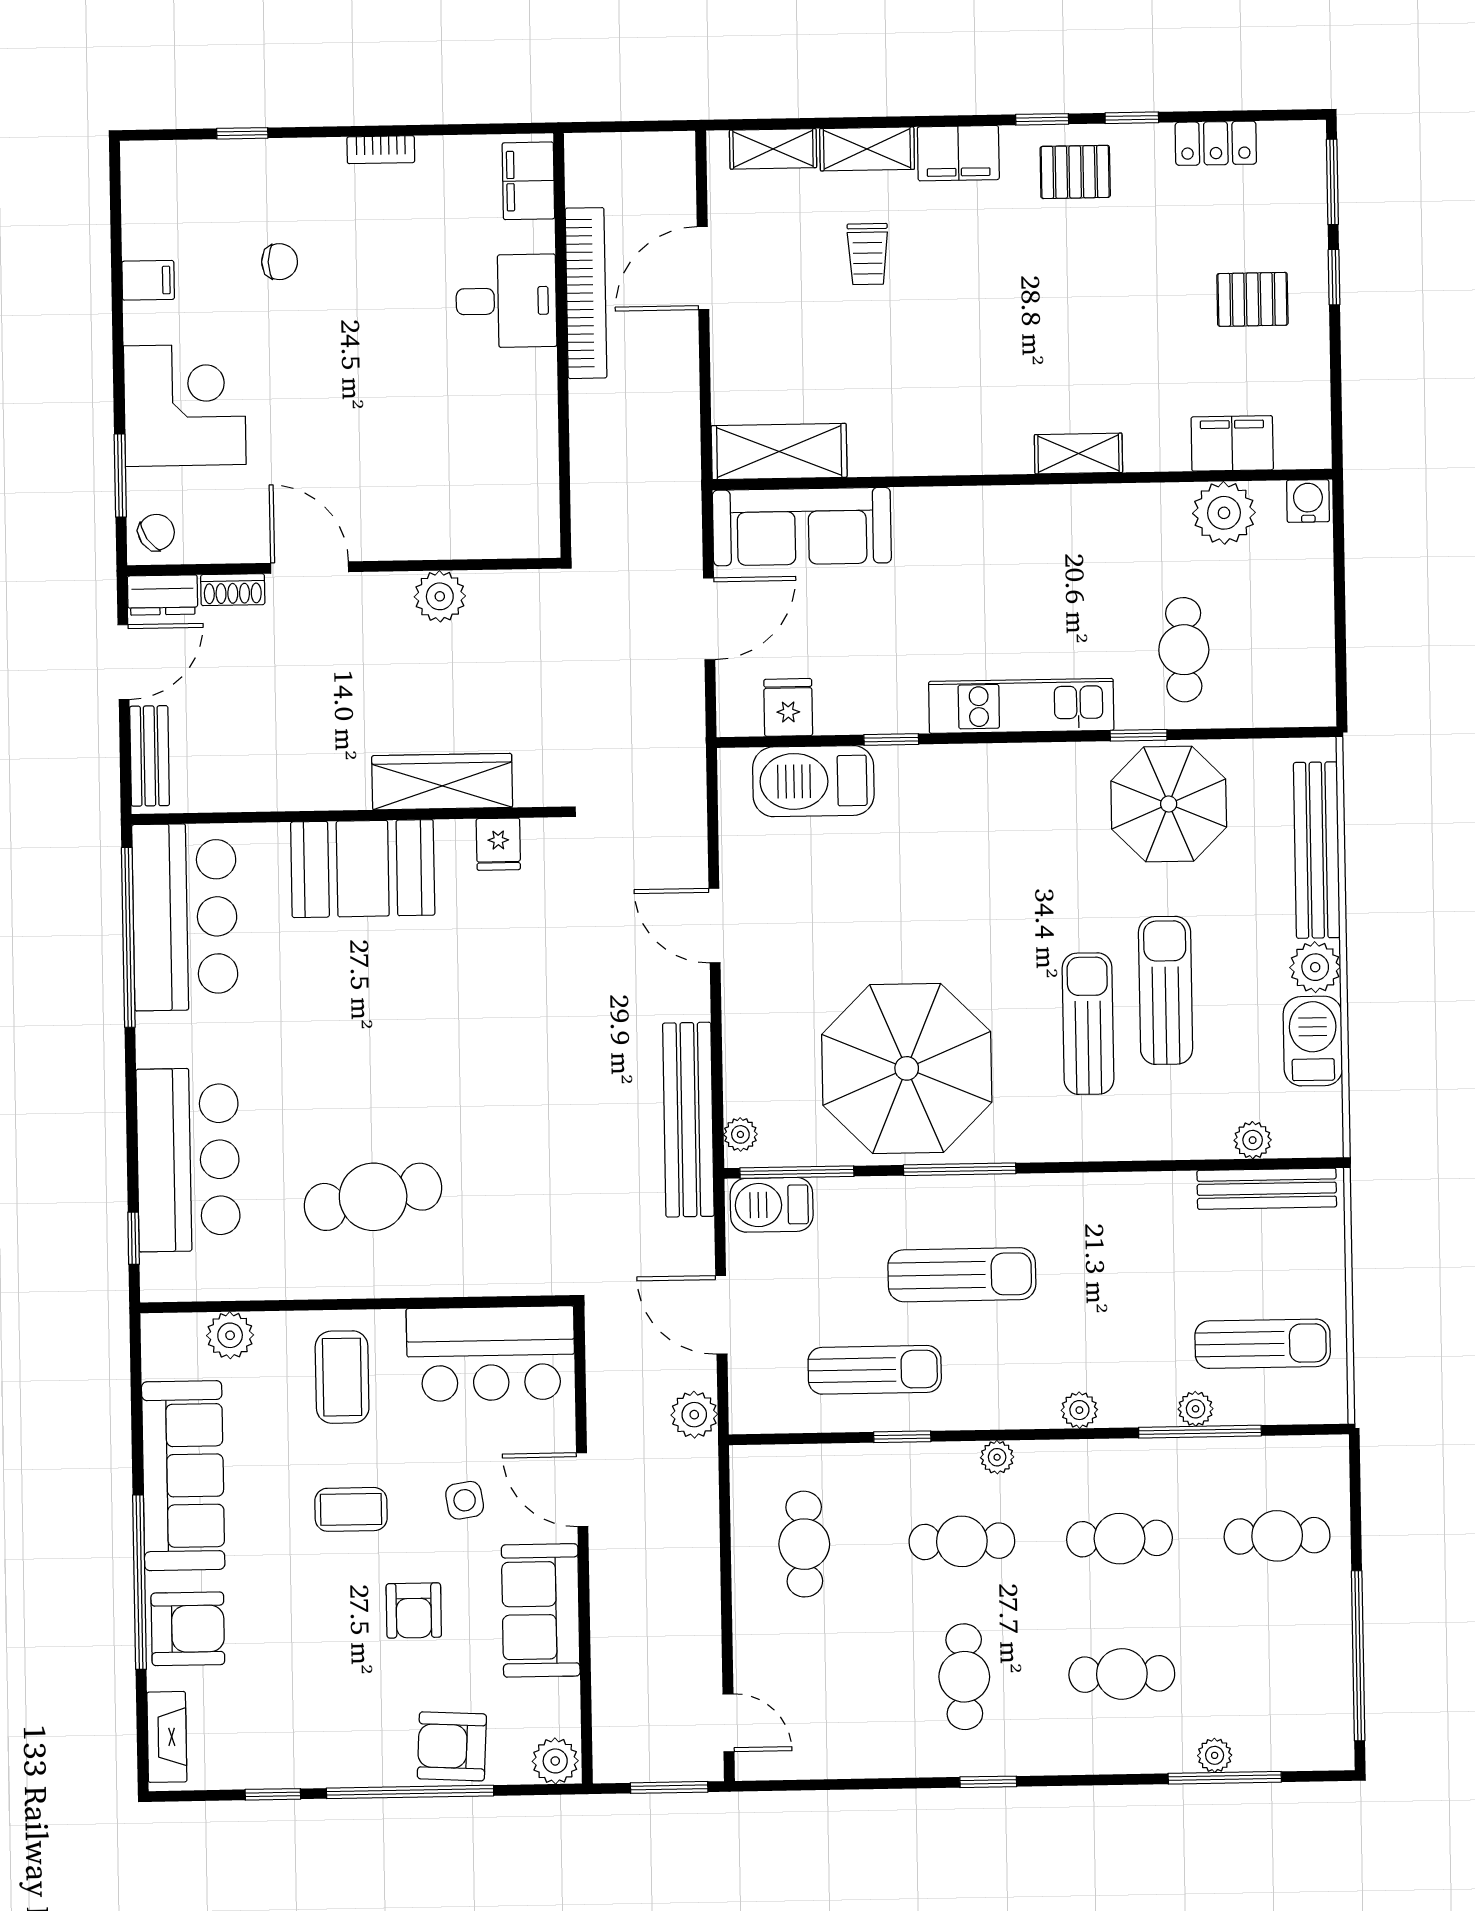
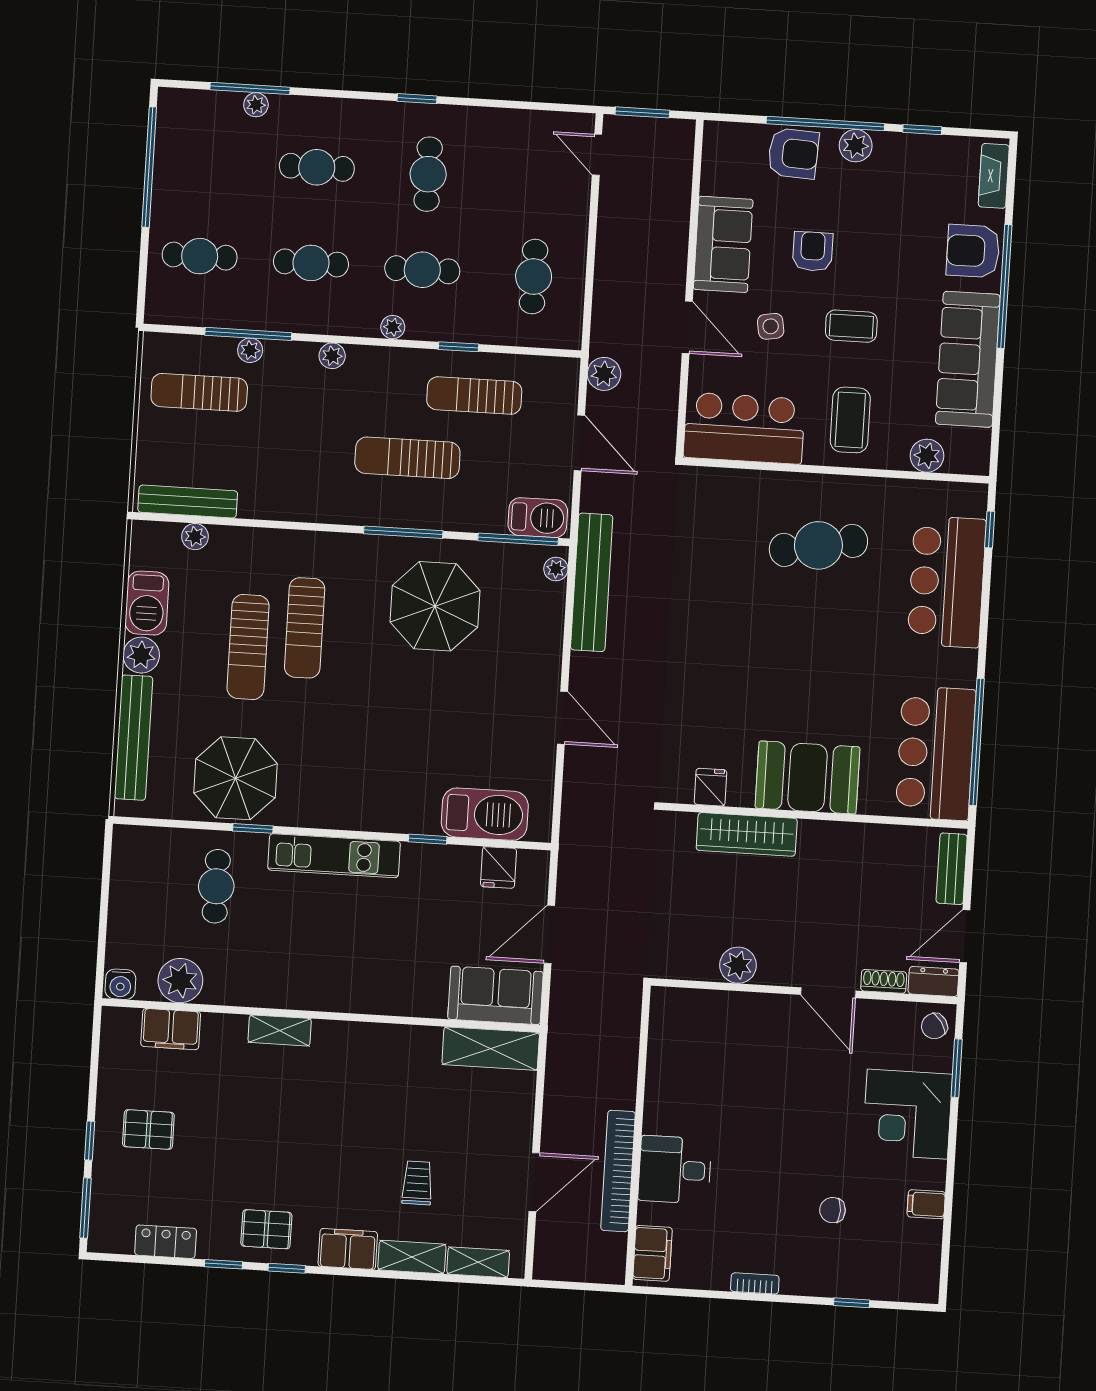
sofa: (802, 527) -> (495, 995), width x0.73
parasol: (907, 1068) -> (435, 606), width x0.73, depth x0.73
plant: (555, 1761) -> (856, 146), moved

